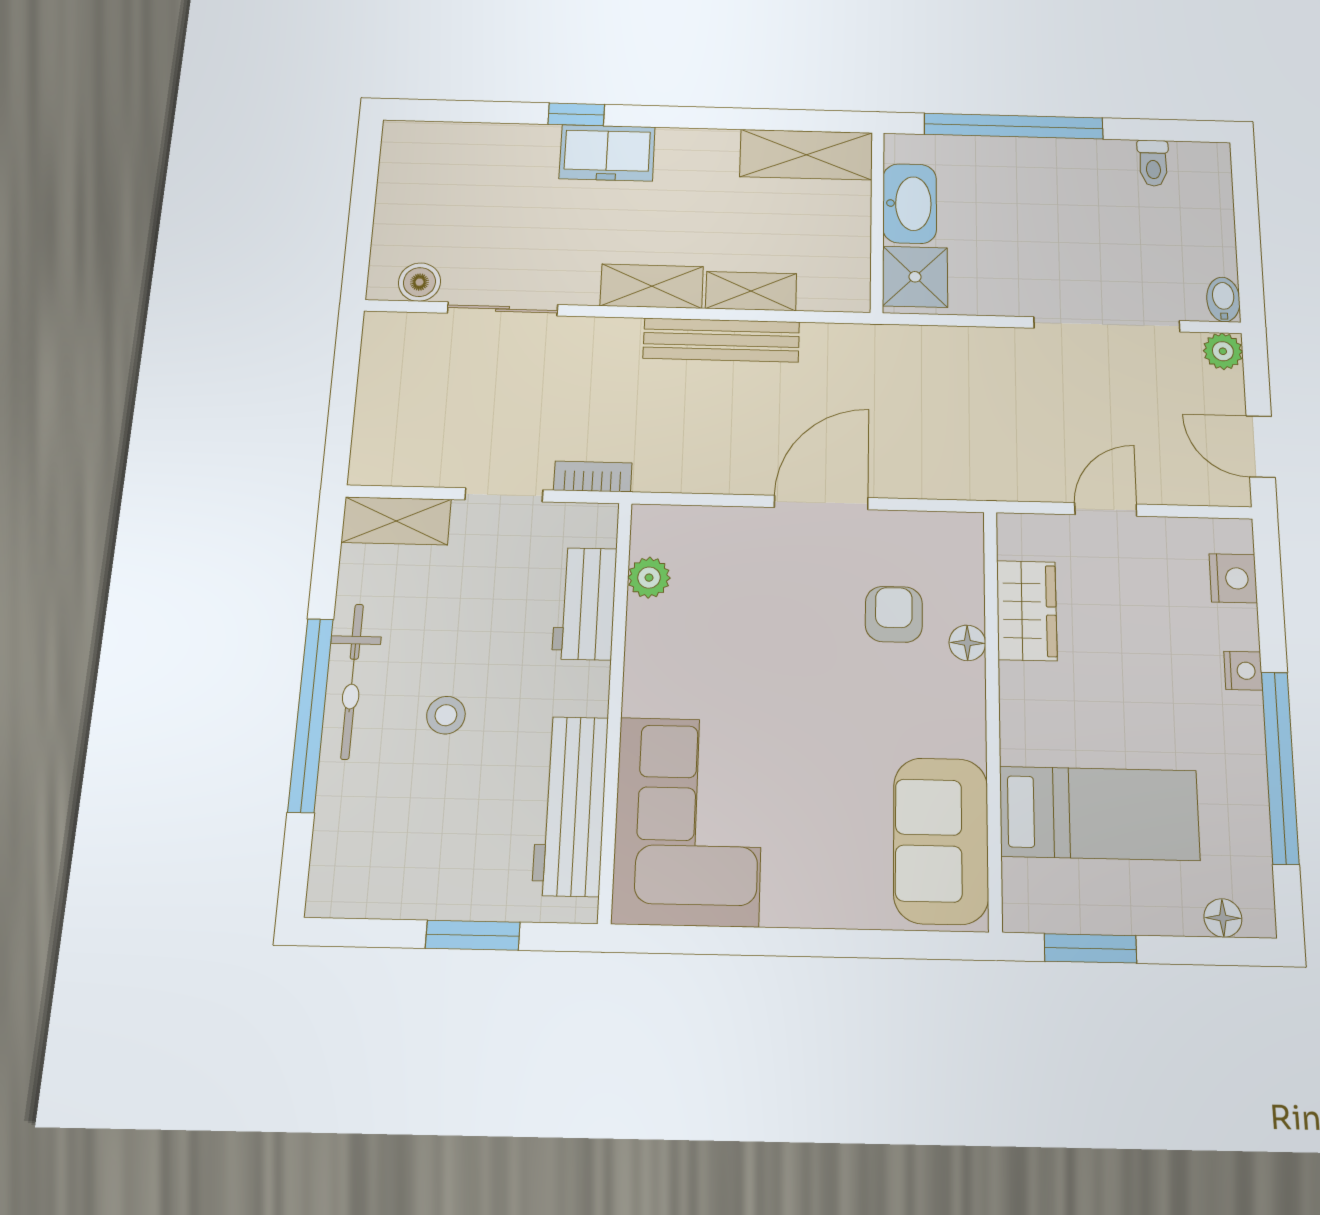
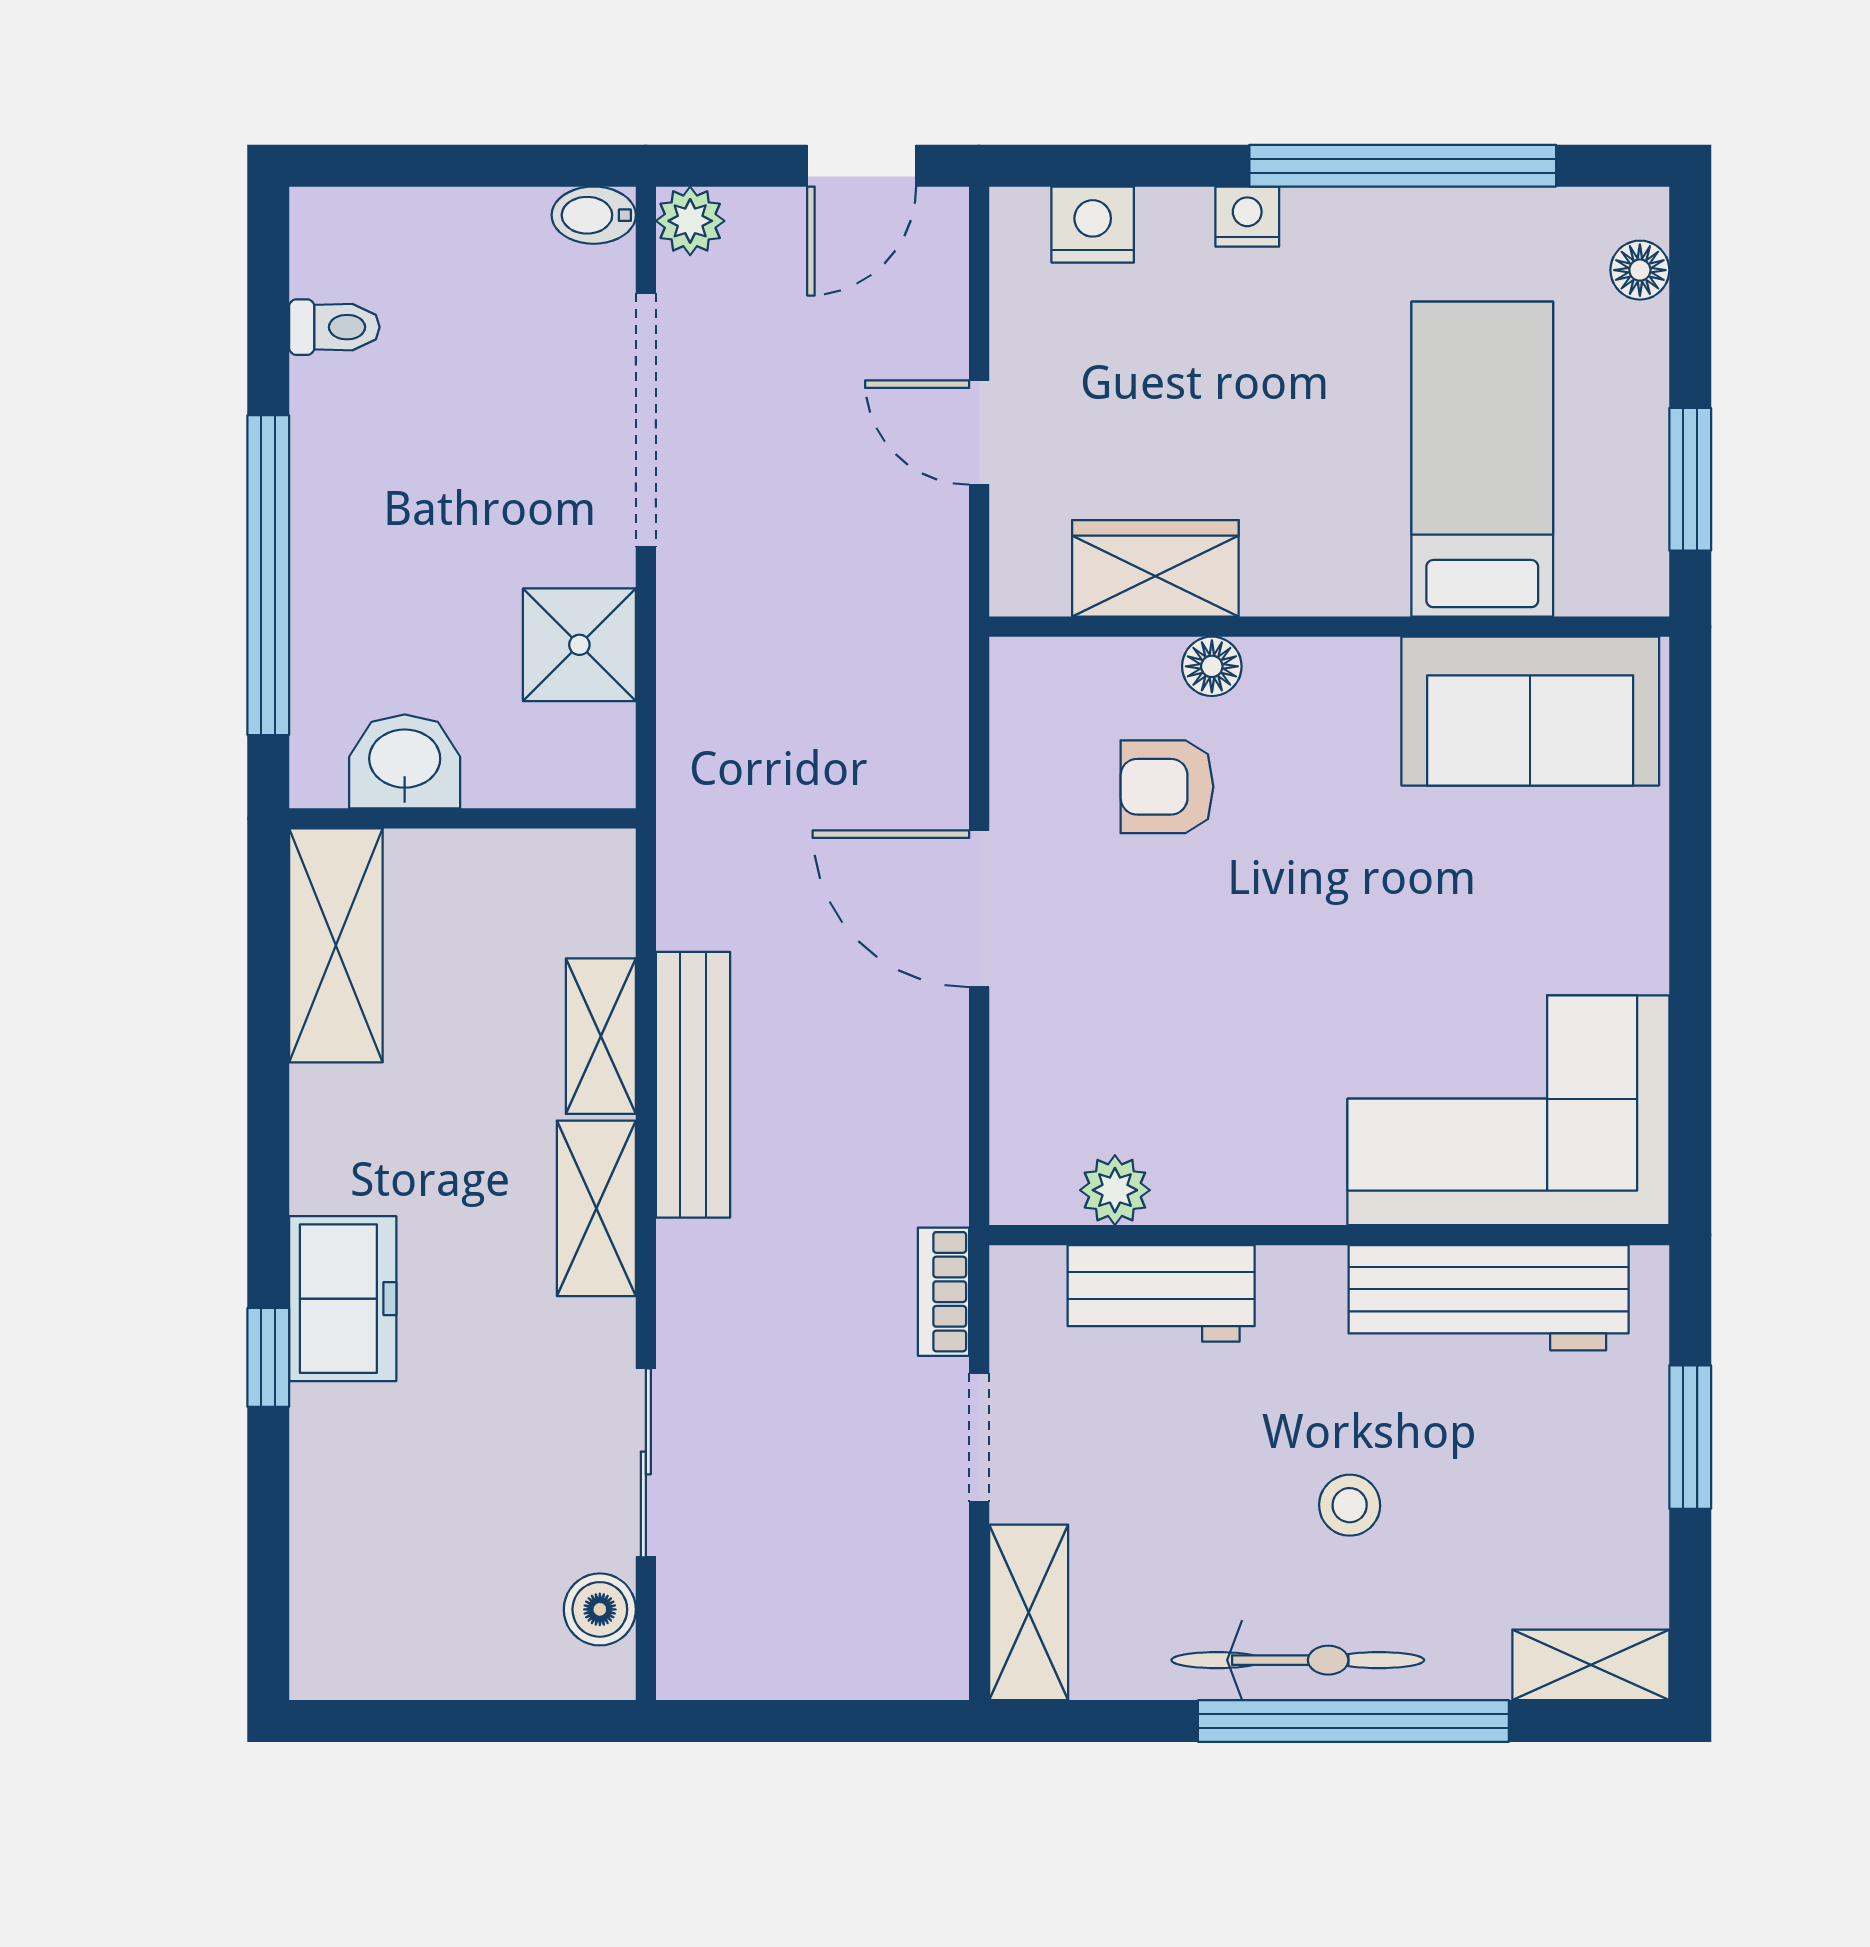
washbasin: (910, 204) -> (405, 761), width x0.72
shower: (915, 277) -> (579, 645), moved
shelving: (331, 866) -> (1591, 1665), added

